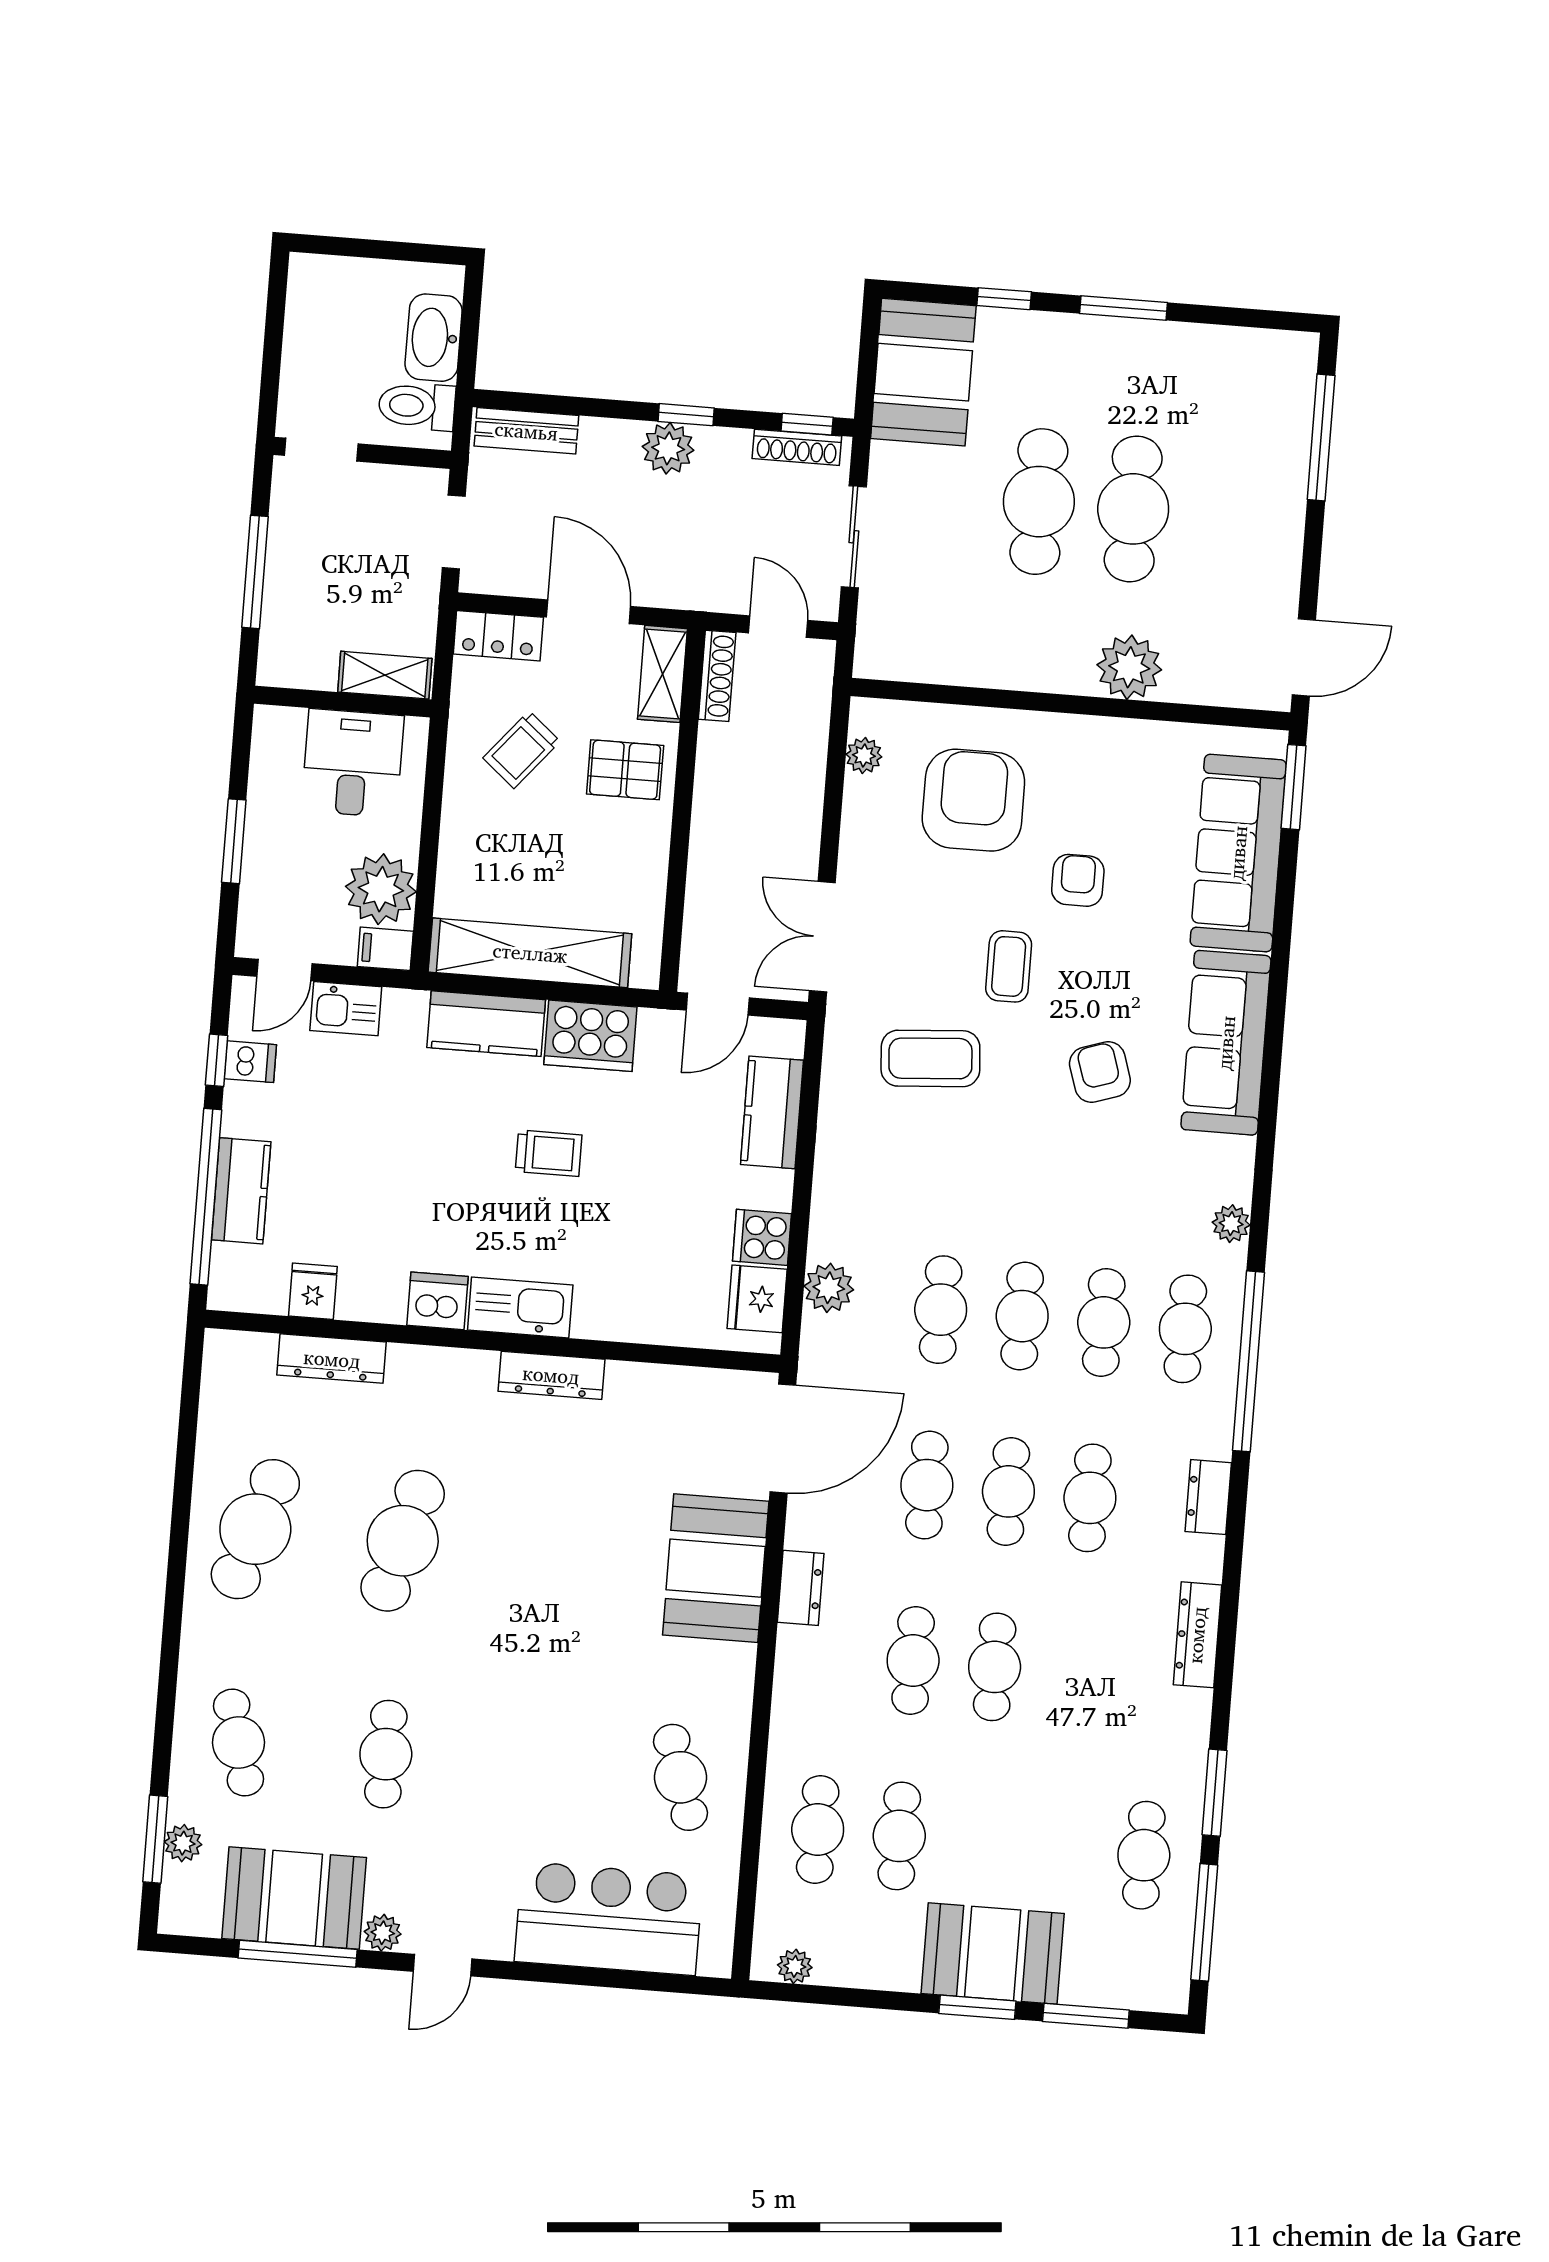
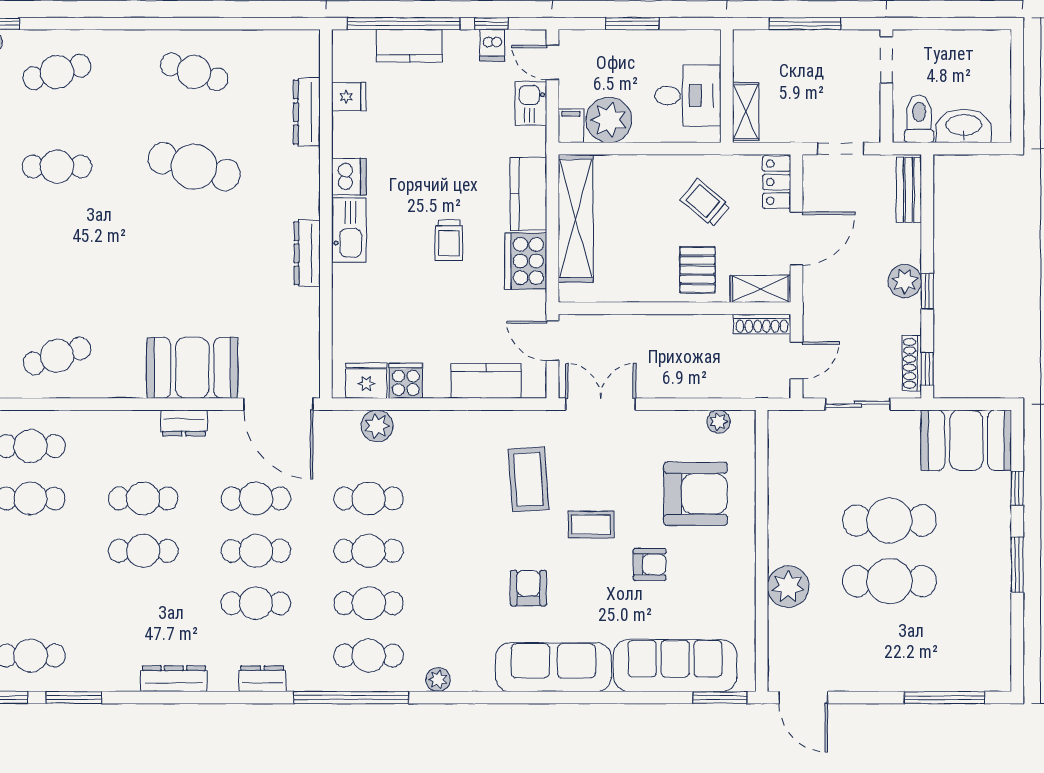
armchair: (1100, 1072) -> (528, 588), turned -72
cafe table: (255, 1529) -> (194, 72), width x0.73, depth x0.74

